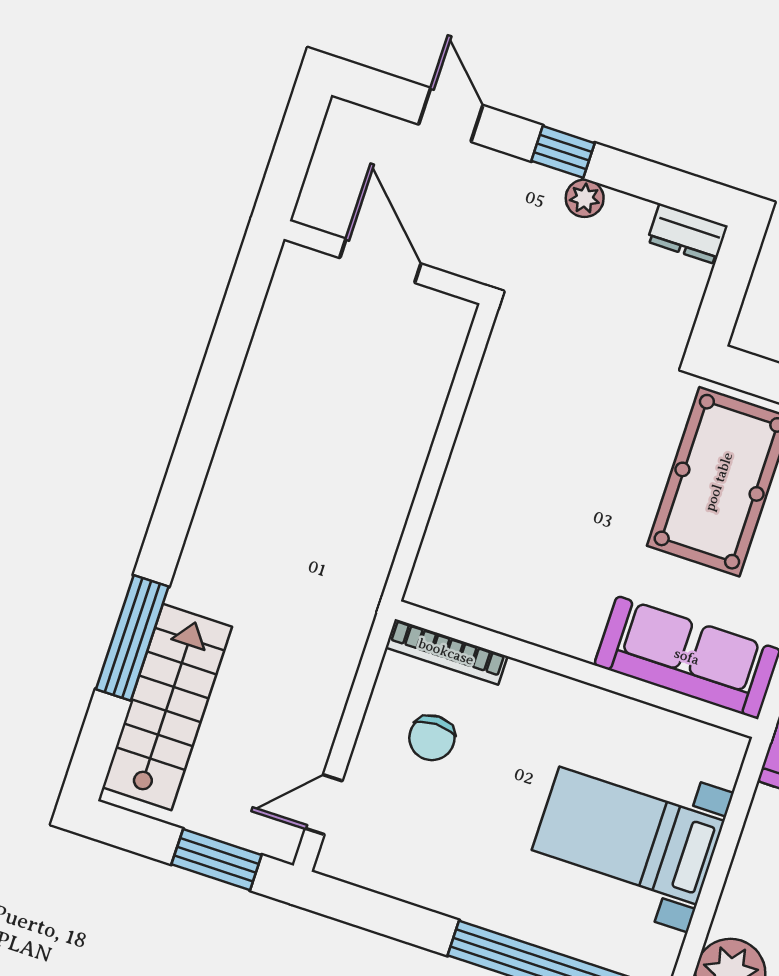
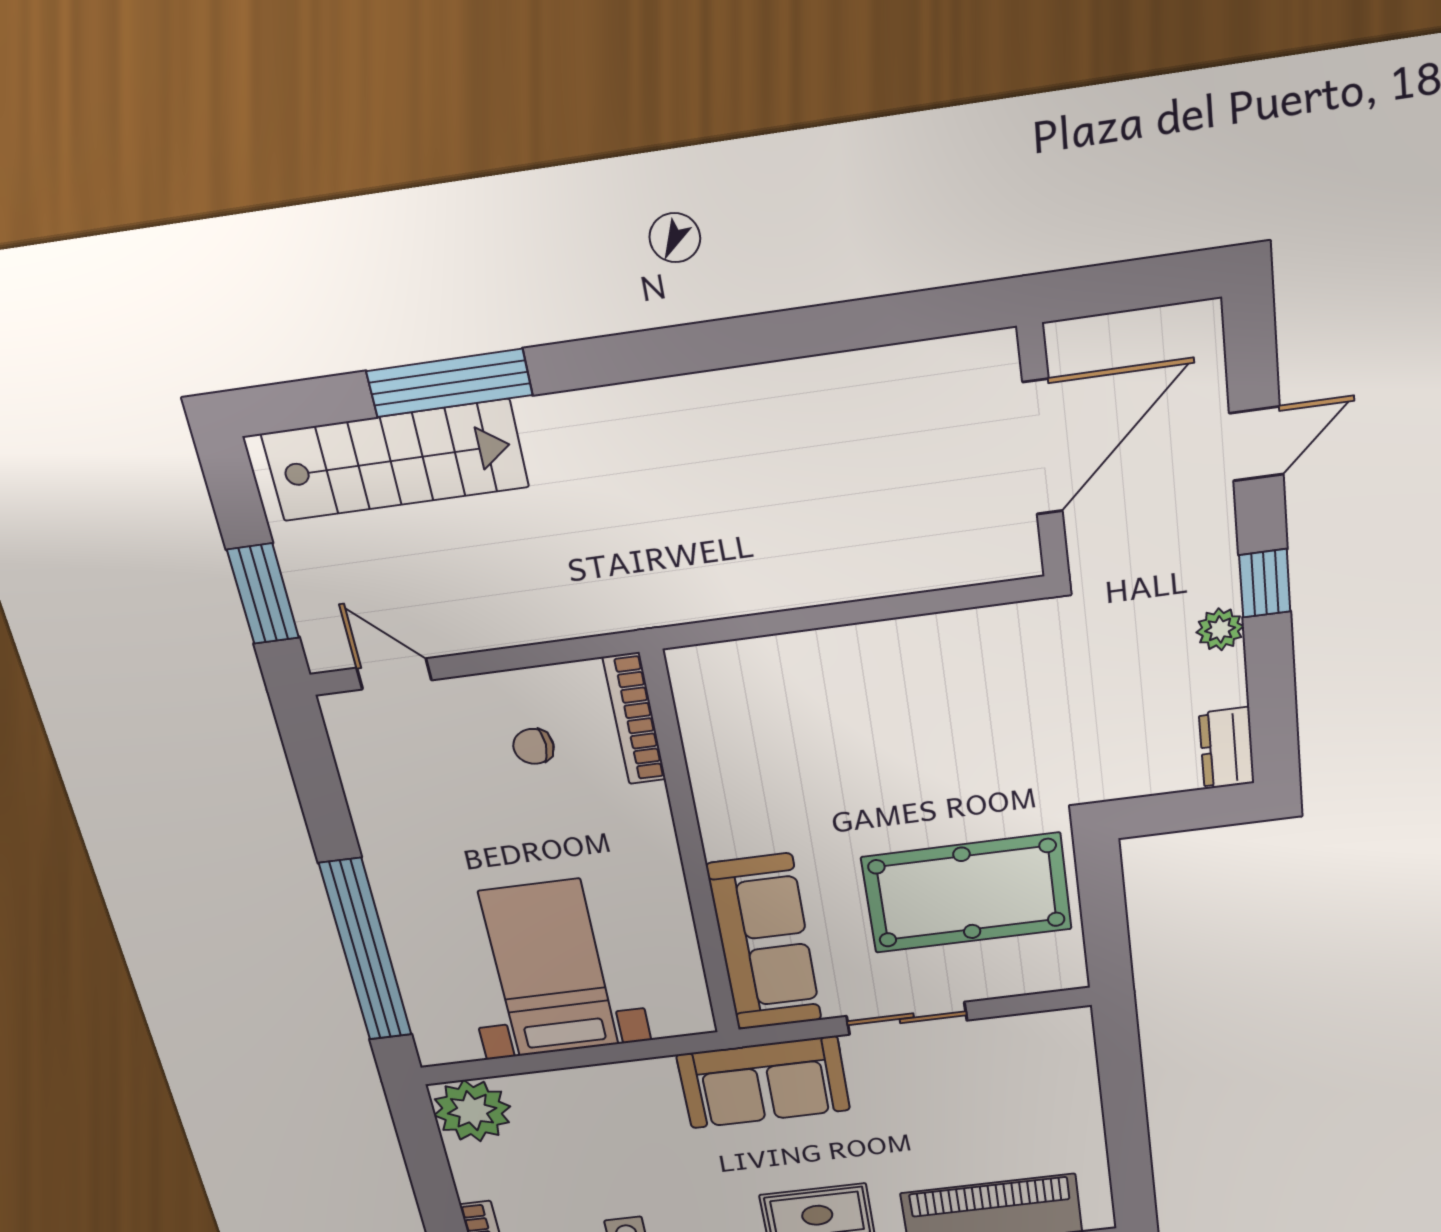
door: (380, 261) -> (1043, 447), width x1.36
chair: (432, 738) -> (534, 746), width x0.73, depth x0.73

